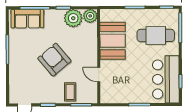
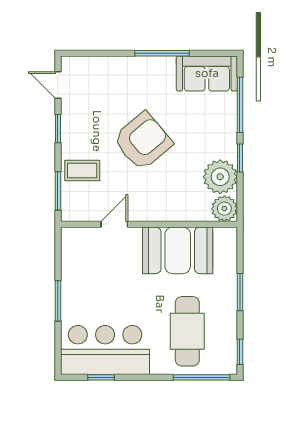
sofa: (27, 19) -> (207, 73), moved, turned -90

